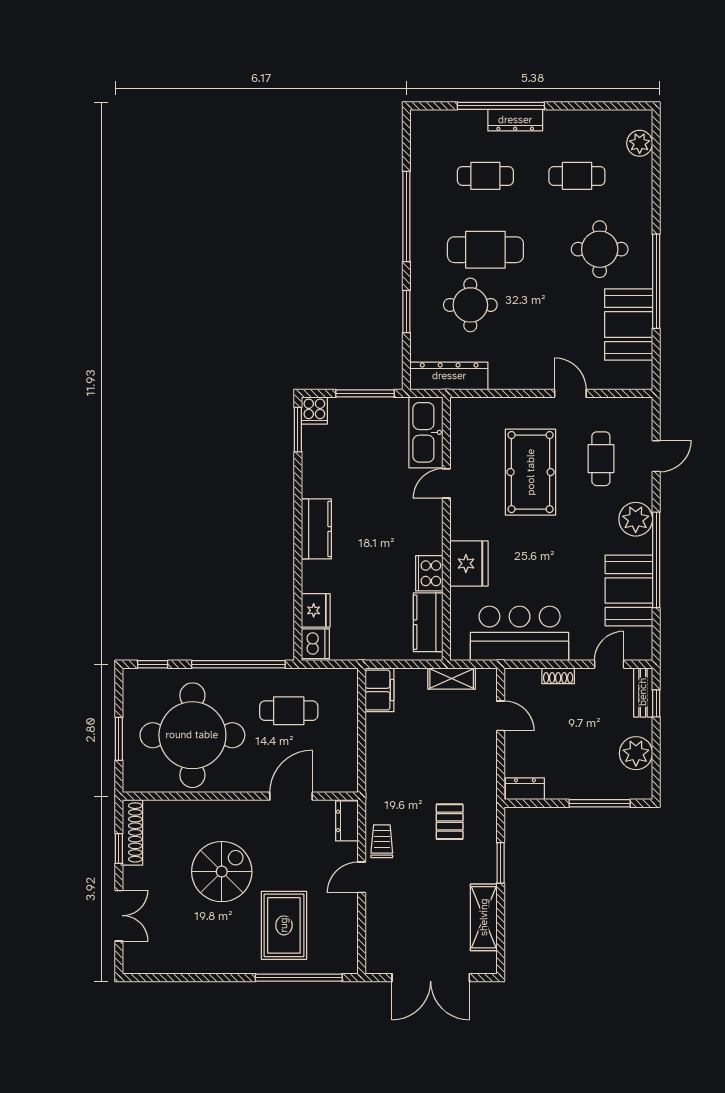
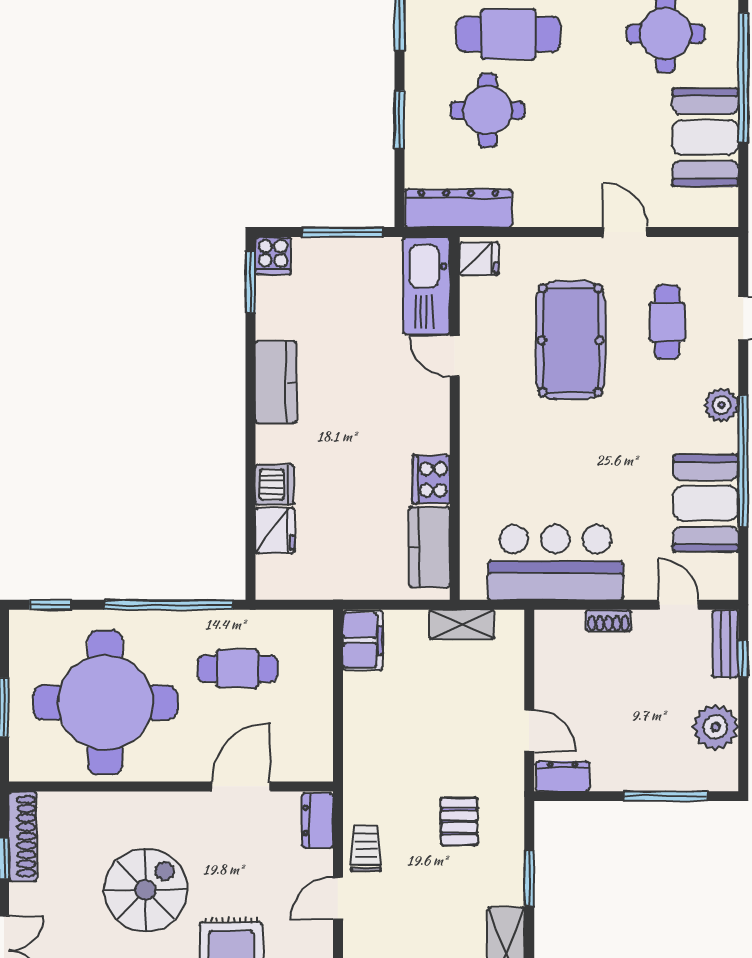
door: (446, 483) -> (455, 356), hinge flipped
plant: (636, 519) -> (721, 405), width x0.73, depth x0.73
kitchen counter: (316, 529) -> (276, 382), moved
fridge: (469, 564) -> (479, 259), moved, width x0.53, depth x0.75
dishwasher: (315, 644) -> (274, 485), moved
door: (609, 664) -> (679, 605), hinge flipped
door: (501, 716) -> (529, 731), moved

